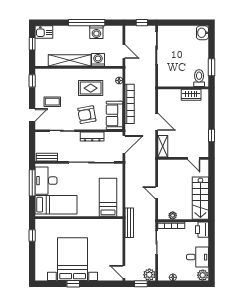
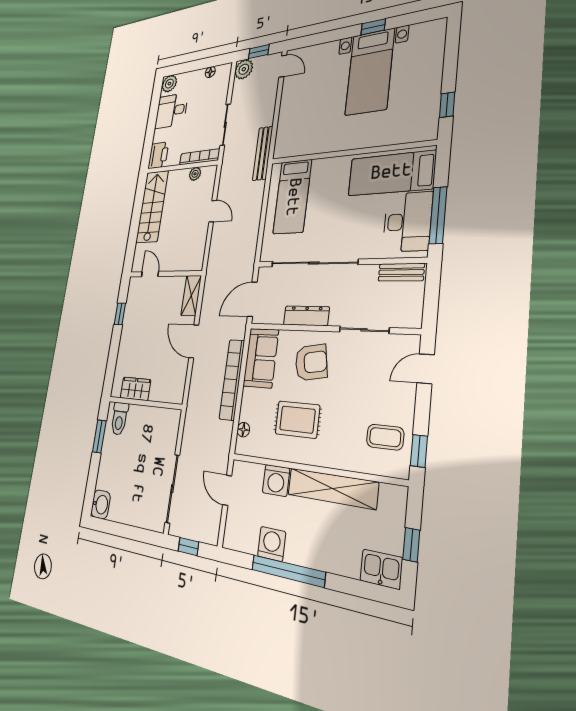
coffee table: (52, 102) -> (385, 437), moved
bed with nightstands: (73, 259) -> (370, 72), width x0.73

